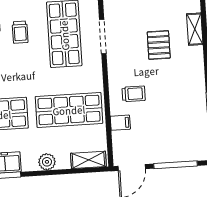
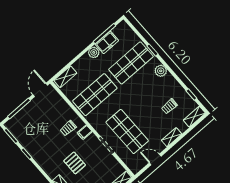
trolley: (20, 32) -> (150, 115), removed
filing cabinet: (120, 123) -> (85, 132), moved
plant: (47, 162) -> (94, 52), moved

